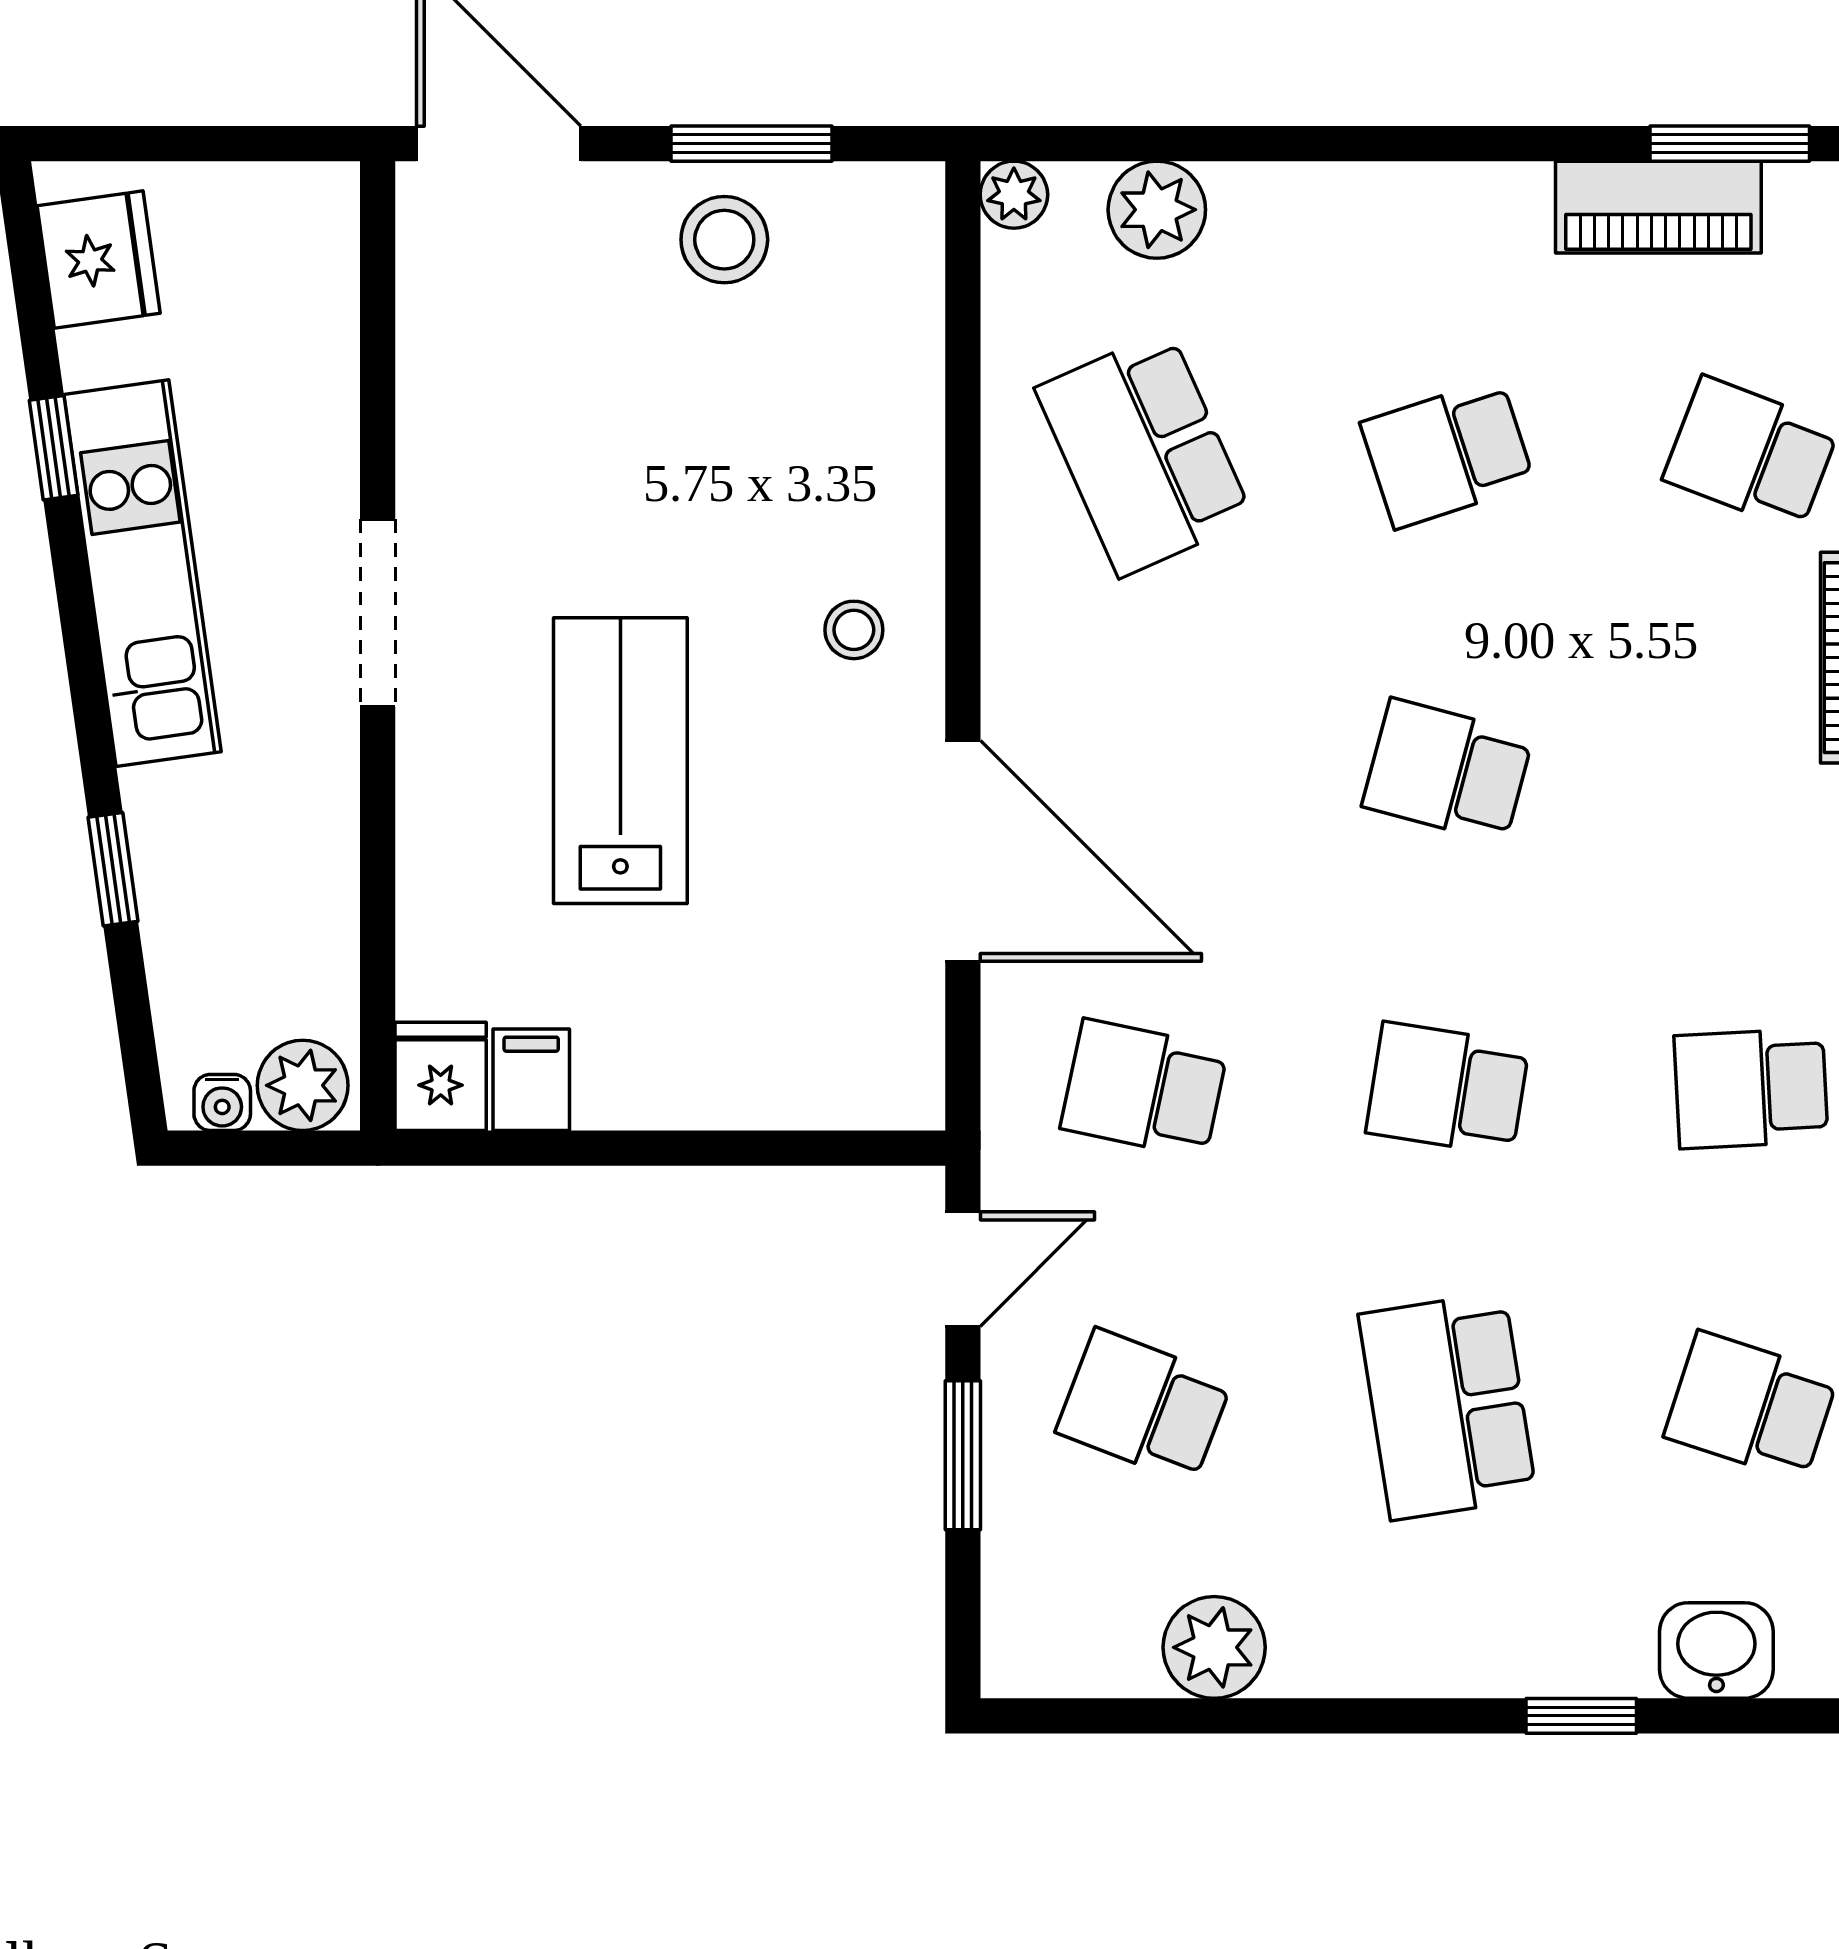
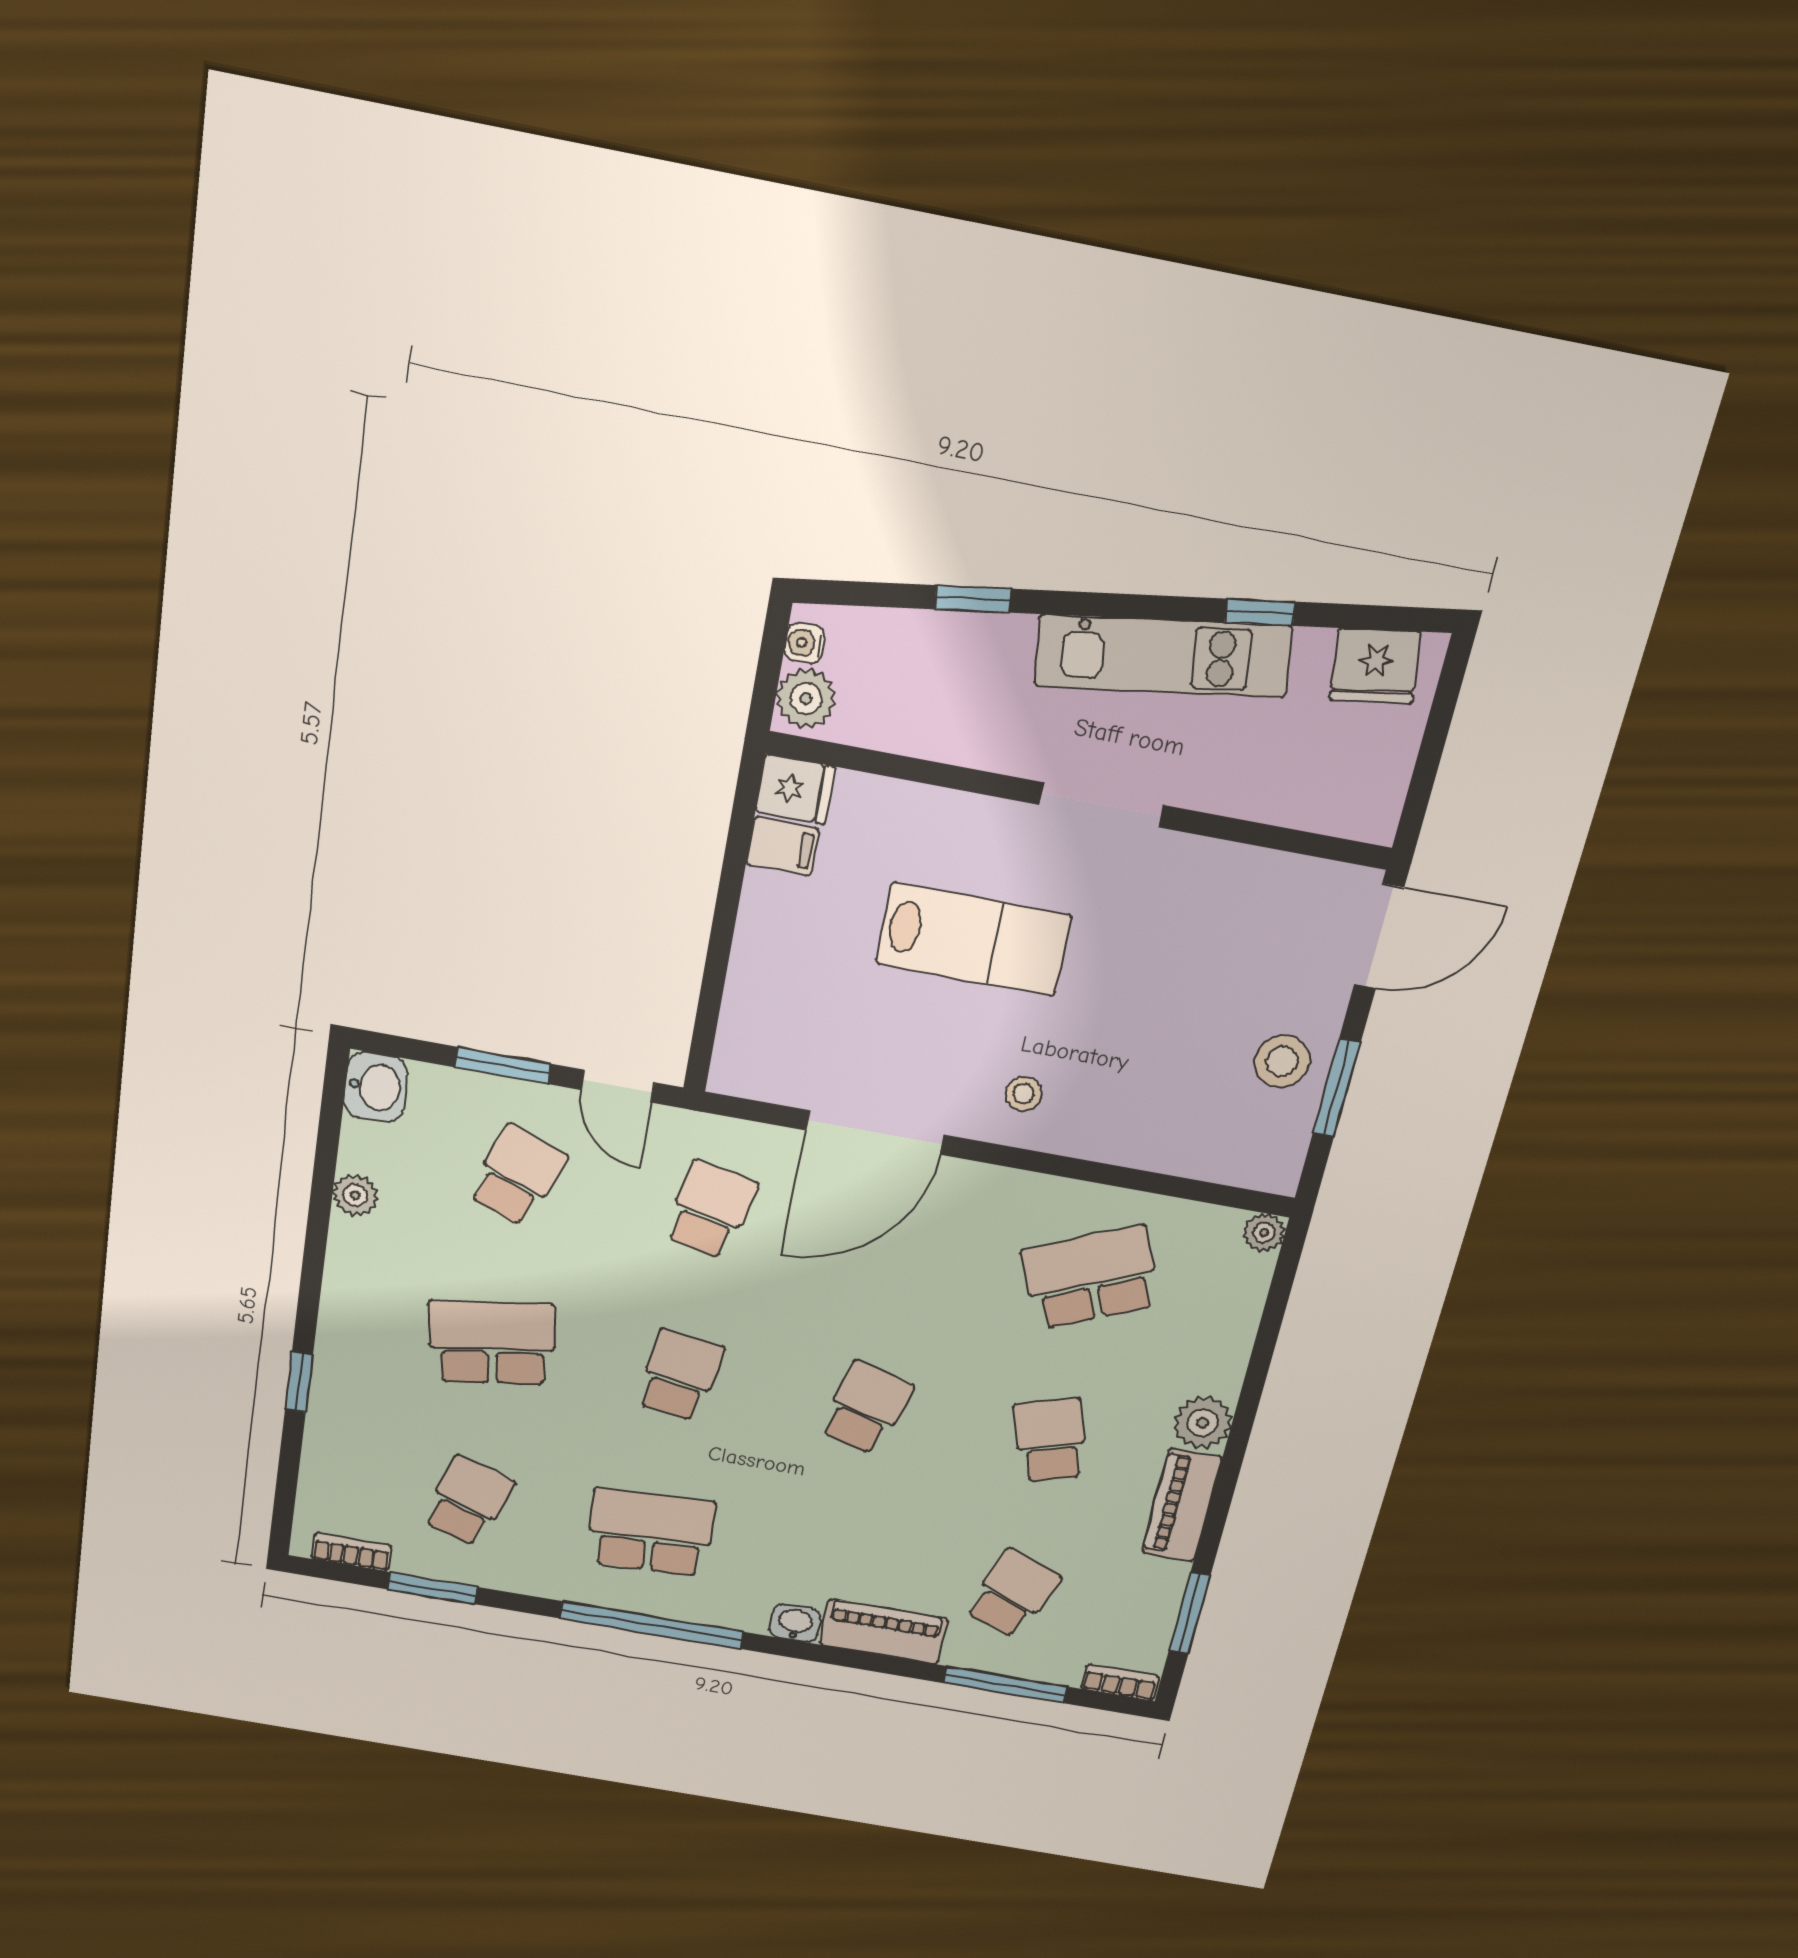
piano: (1658, 207) -> (1182, 1505), moved
plant: (1157, 210) -> (1203, 1423), moved
school desk: (1751, 1089) -> (651, 1532), width x1.85
plant: (1214, 1647) -> (355, 1195), width x0.73, depth x0.73
washbasin: (1716, 1650) -> (376, 1087), moved

